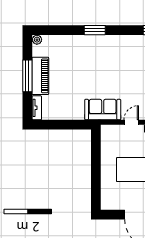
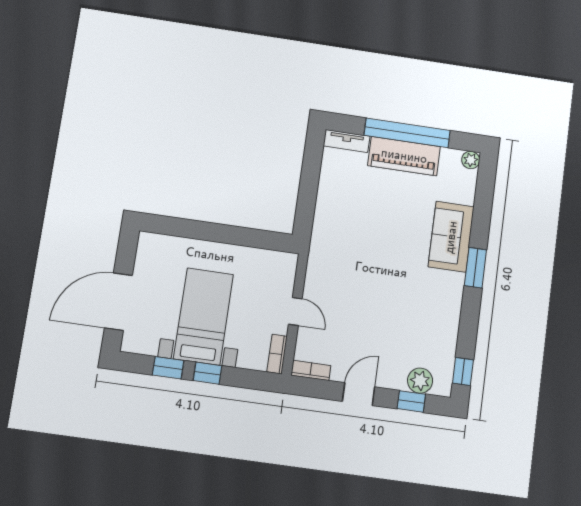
window: (27, 76) -> (407, 133), width x1.46
sofa: (103, 110) -> (451, 237), moved, turned 180

